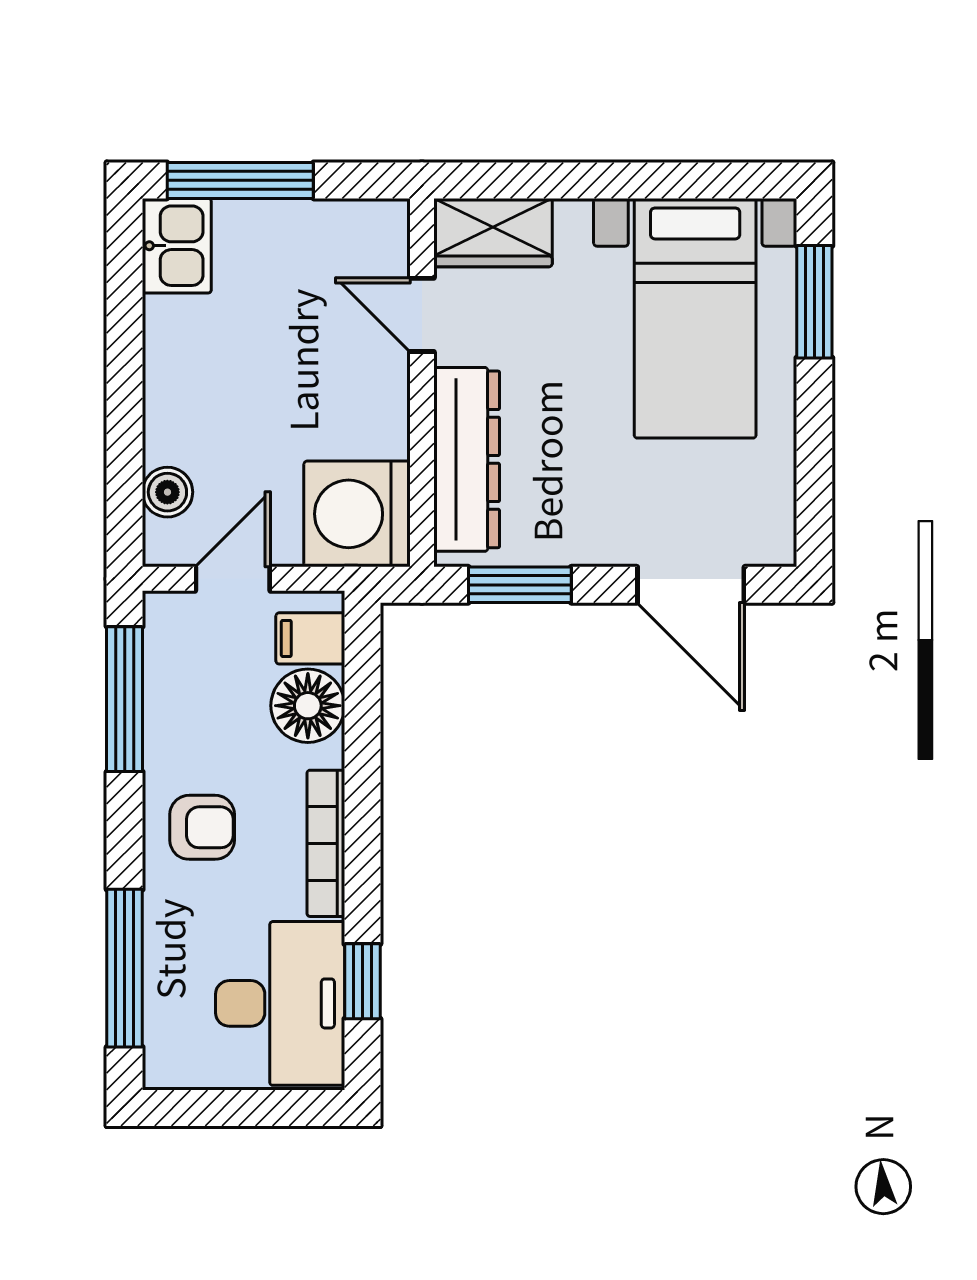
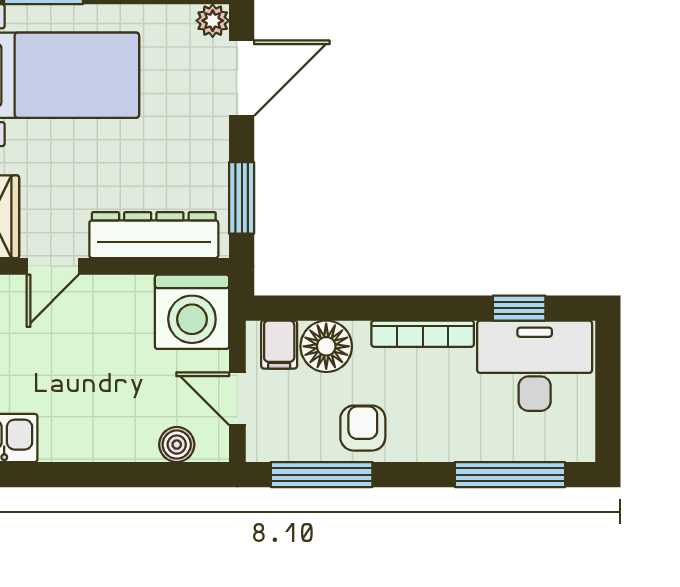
plant: (773, 543) -> (213, 21), added
armchair: (202, 827) -> (363, 428), moved

